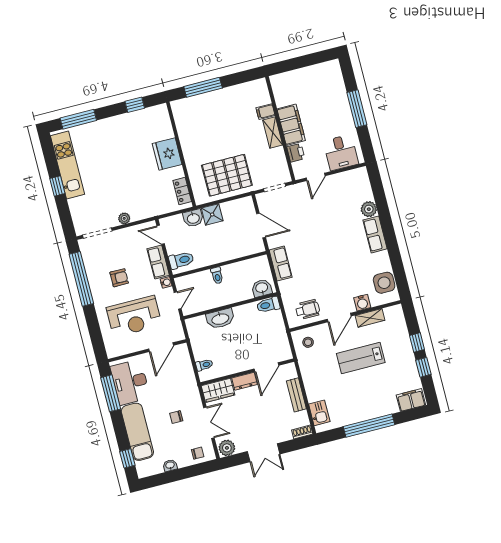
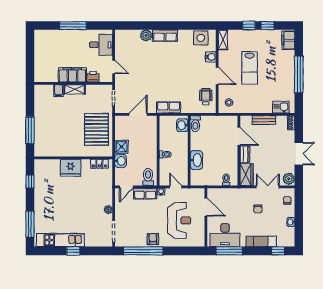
armchair: (119, 278) -> (153, 239), moved
shelving: (370, 318) -> (223, 40), moved
exam couch: (137, 432) -> (261, 241), width x0.73, depth x0.69

